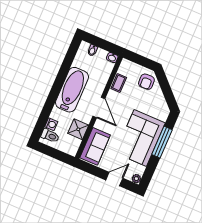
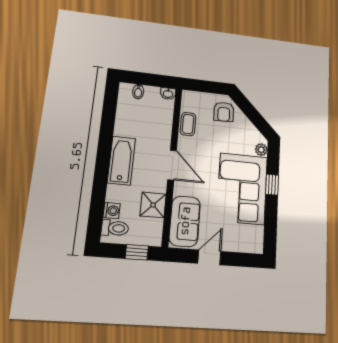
bathtub: (72, 90) -> (121, 161), width x0.73, depth x0.73
window: (162, 142) -> (272, 185), width x0.46
window: (59, 155) -> (137, 252), added
door: (114, 179) -> (209, 257), moved
plant: (136, 179) -> (261, 150), moved

